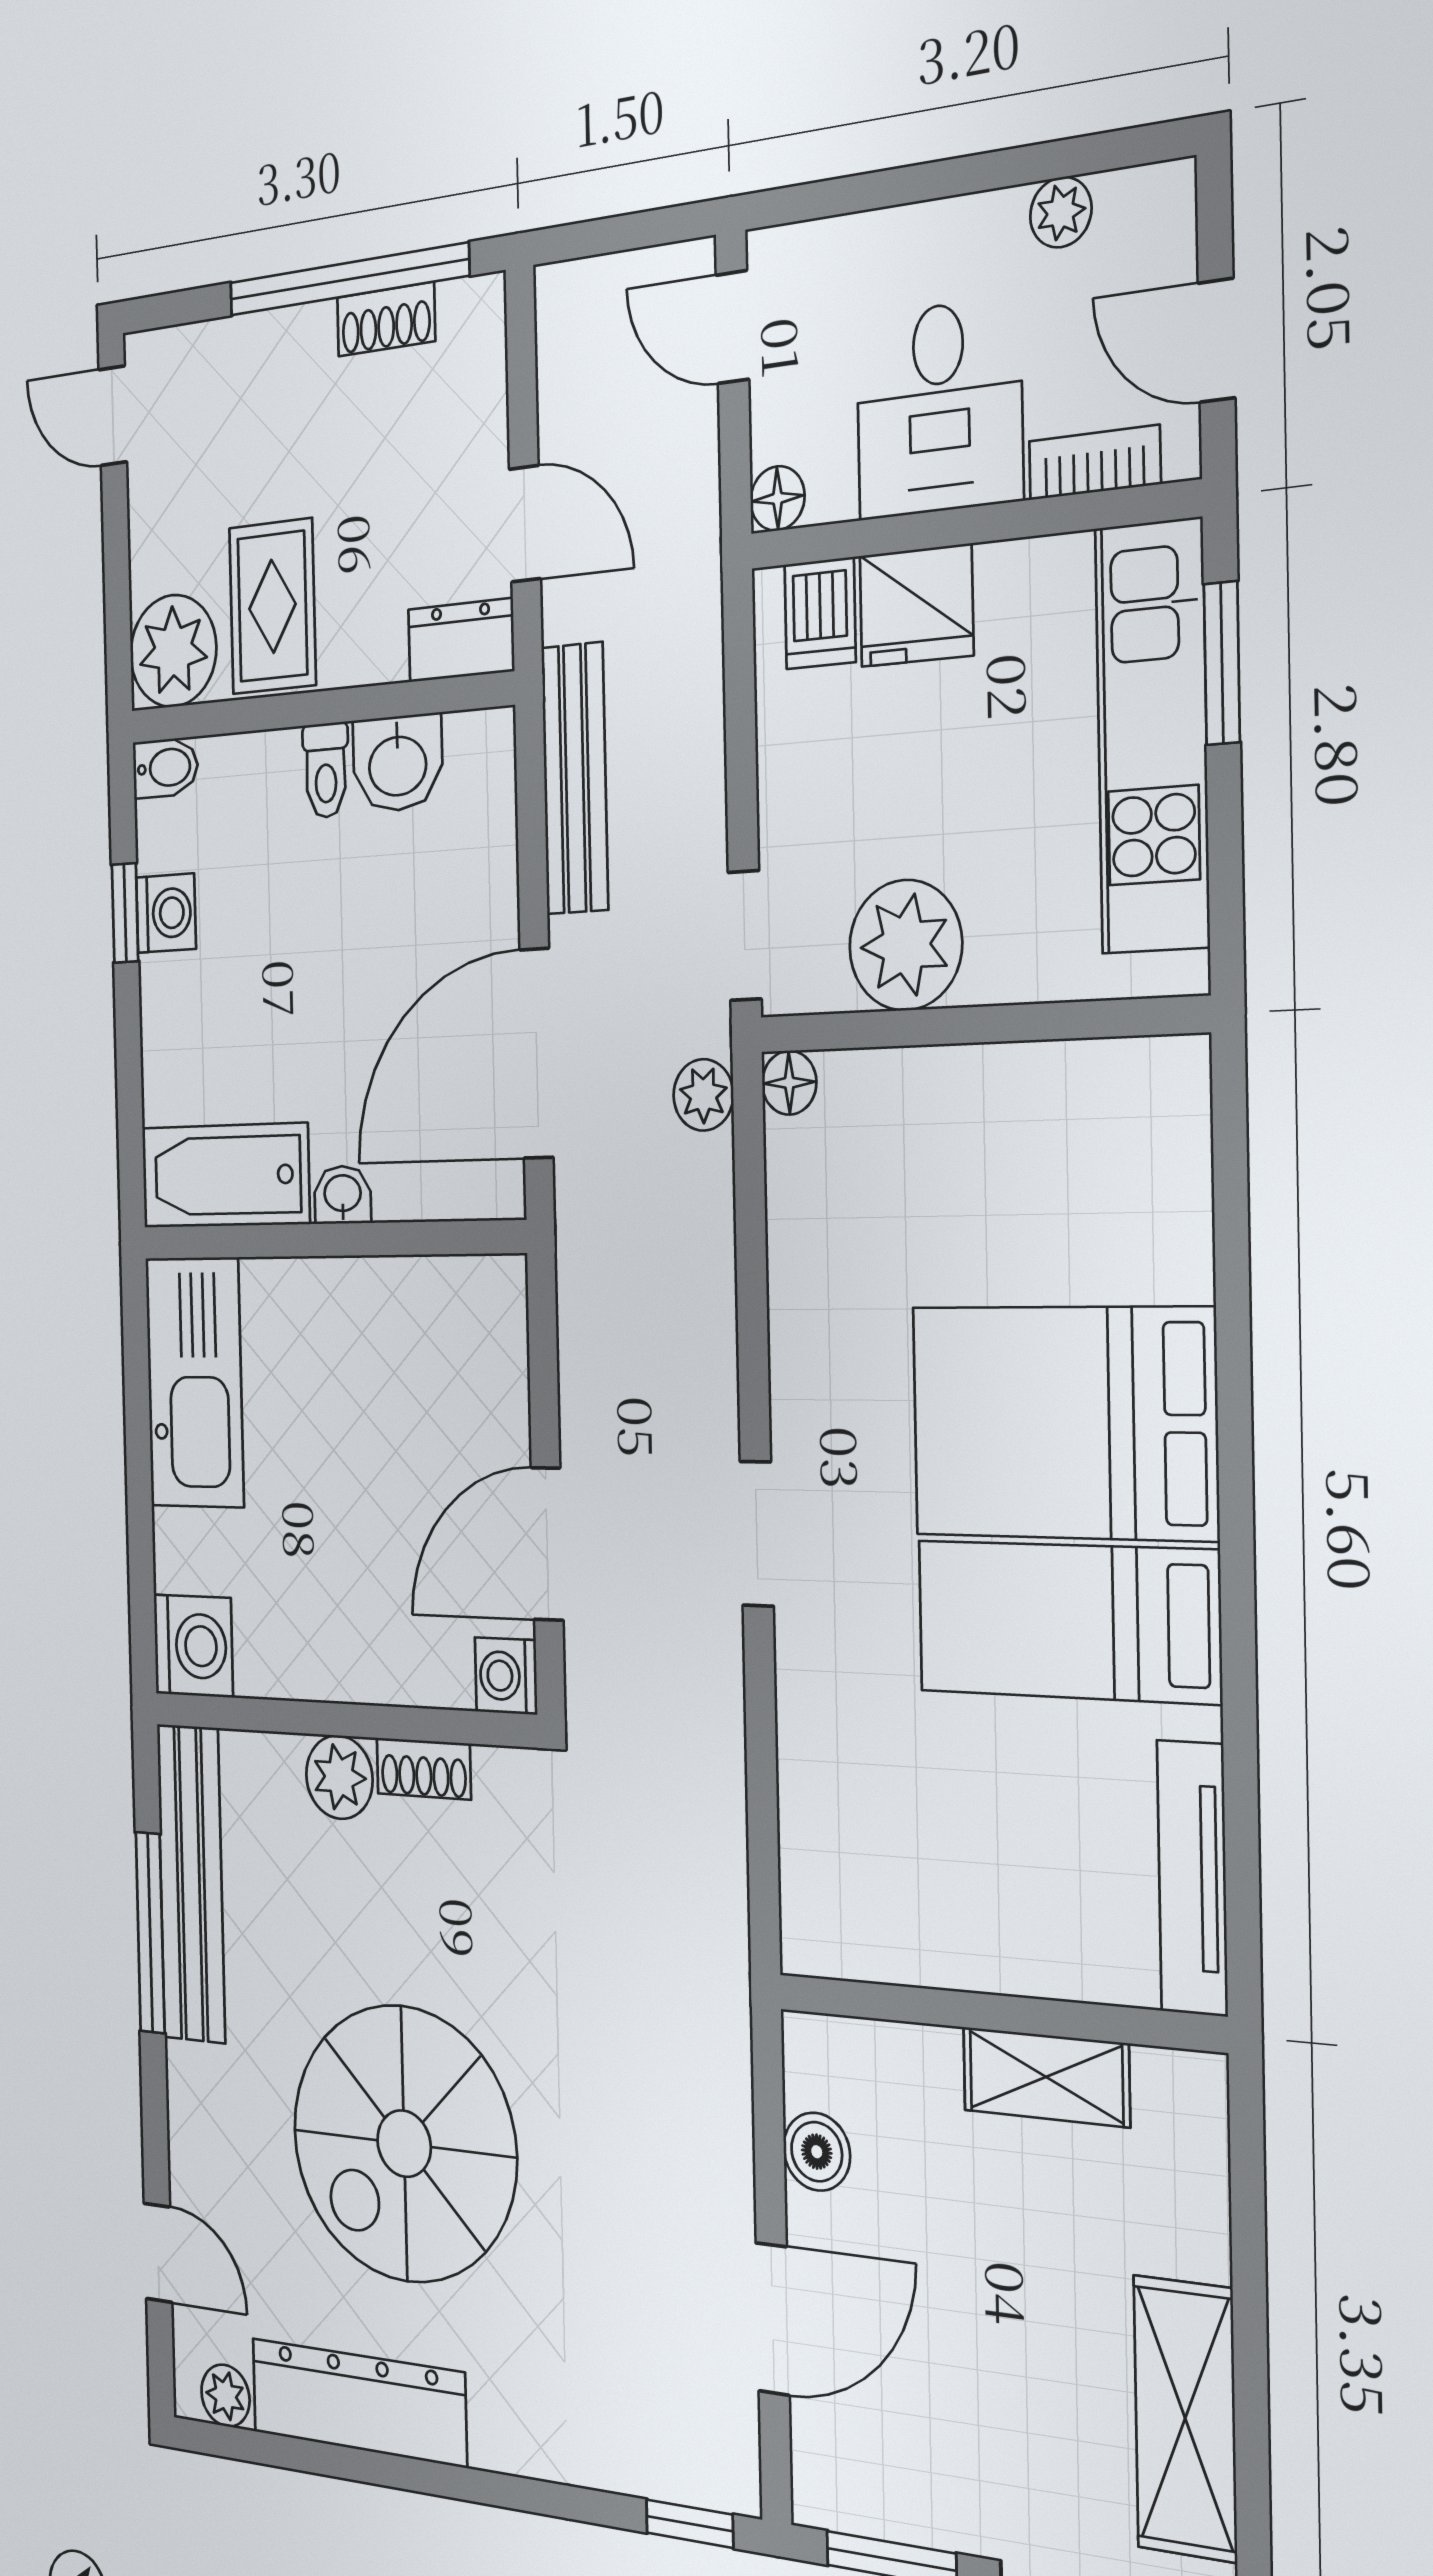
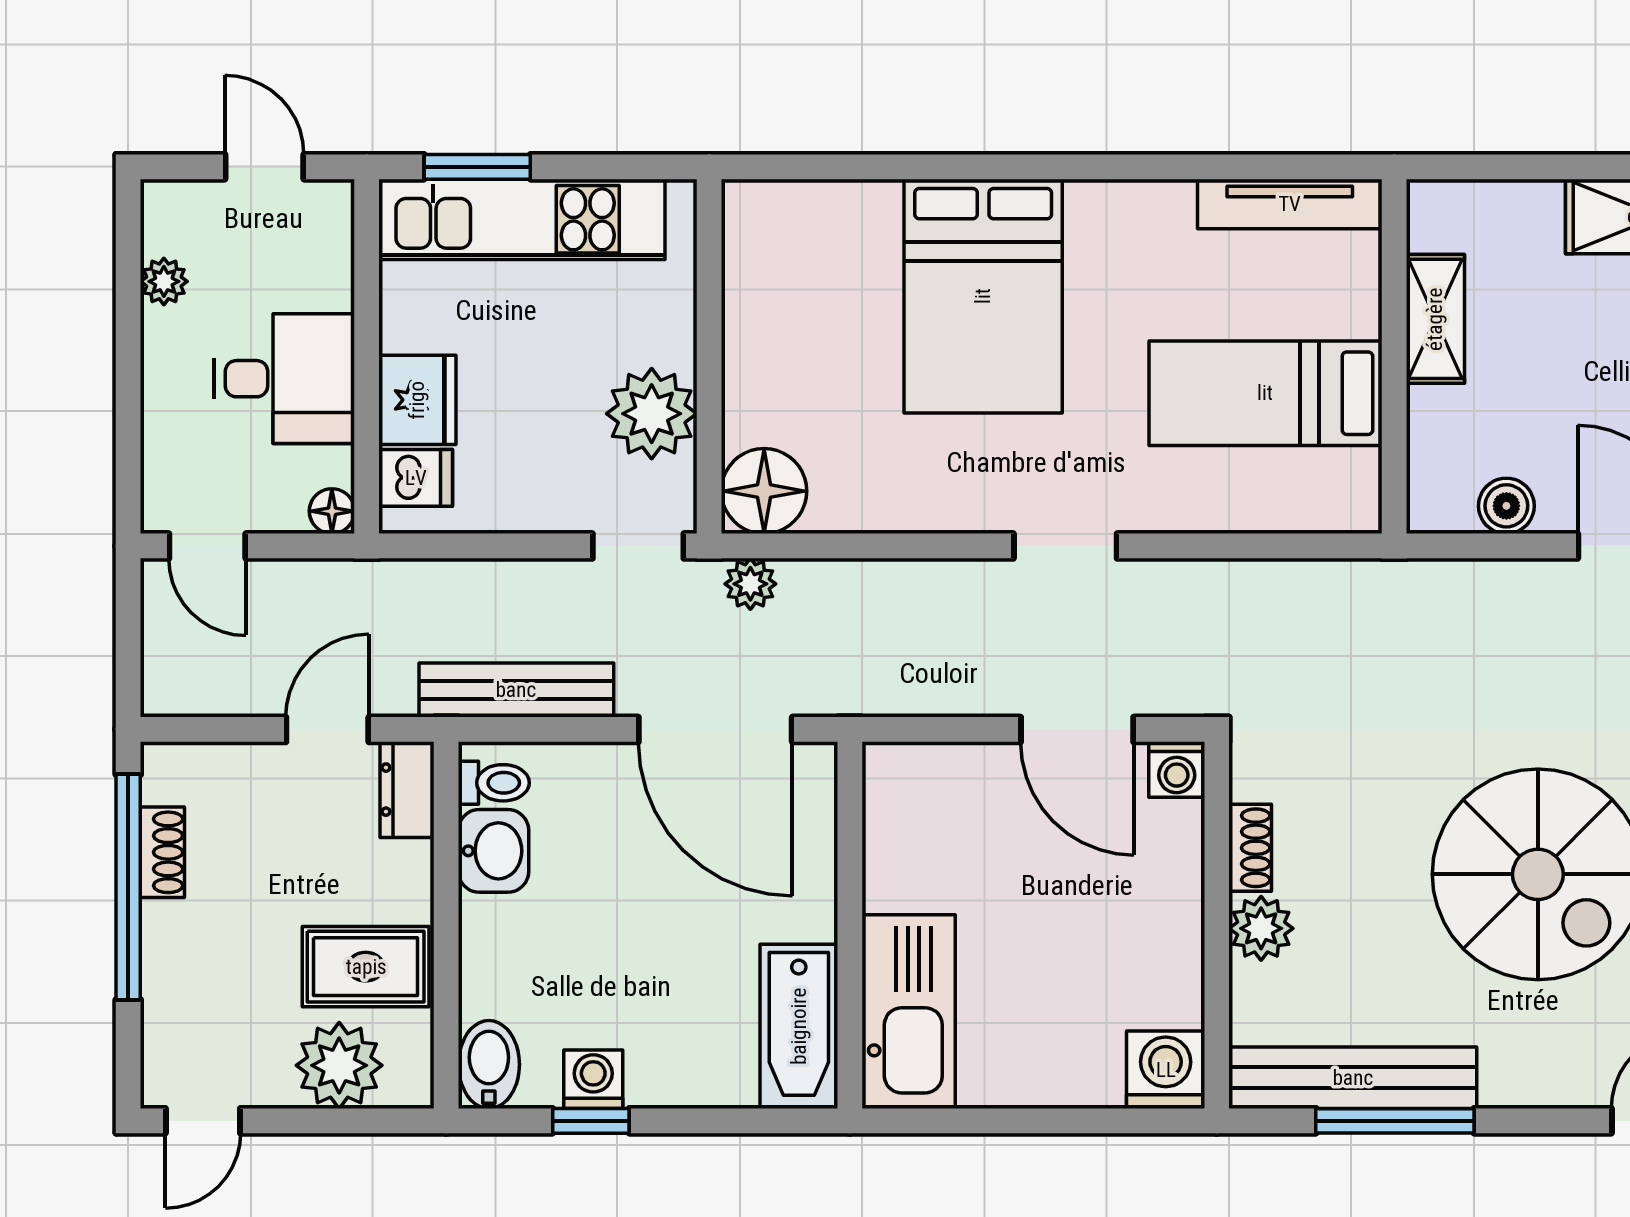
door: (732, 327) -> (207, 546), hinge flipped
door: (1217, 340) -> (264, 167), swing flipped
bookcase: (1095, 463) -> (335, 259), removed
plant: (173, 651) -> (339, 1065), moved
bidet: (165, 768) -> (489, 1065), width x1.38, depth x1.36
toilet: (326, 770) -> (494, 783), moved
floor lamp: (789, 1083) -> (764, 491), width x1.89, depth x1.89
washbasin: (343, 1195) -> (816, 912), removed
kitchen sink: (194, 1382) -> (909, 1012), moved, turned 90
bed: (1068, 1621) -> (1265, 393), moved, turned 90

